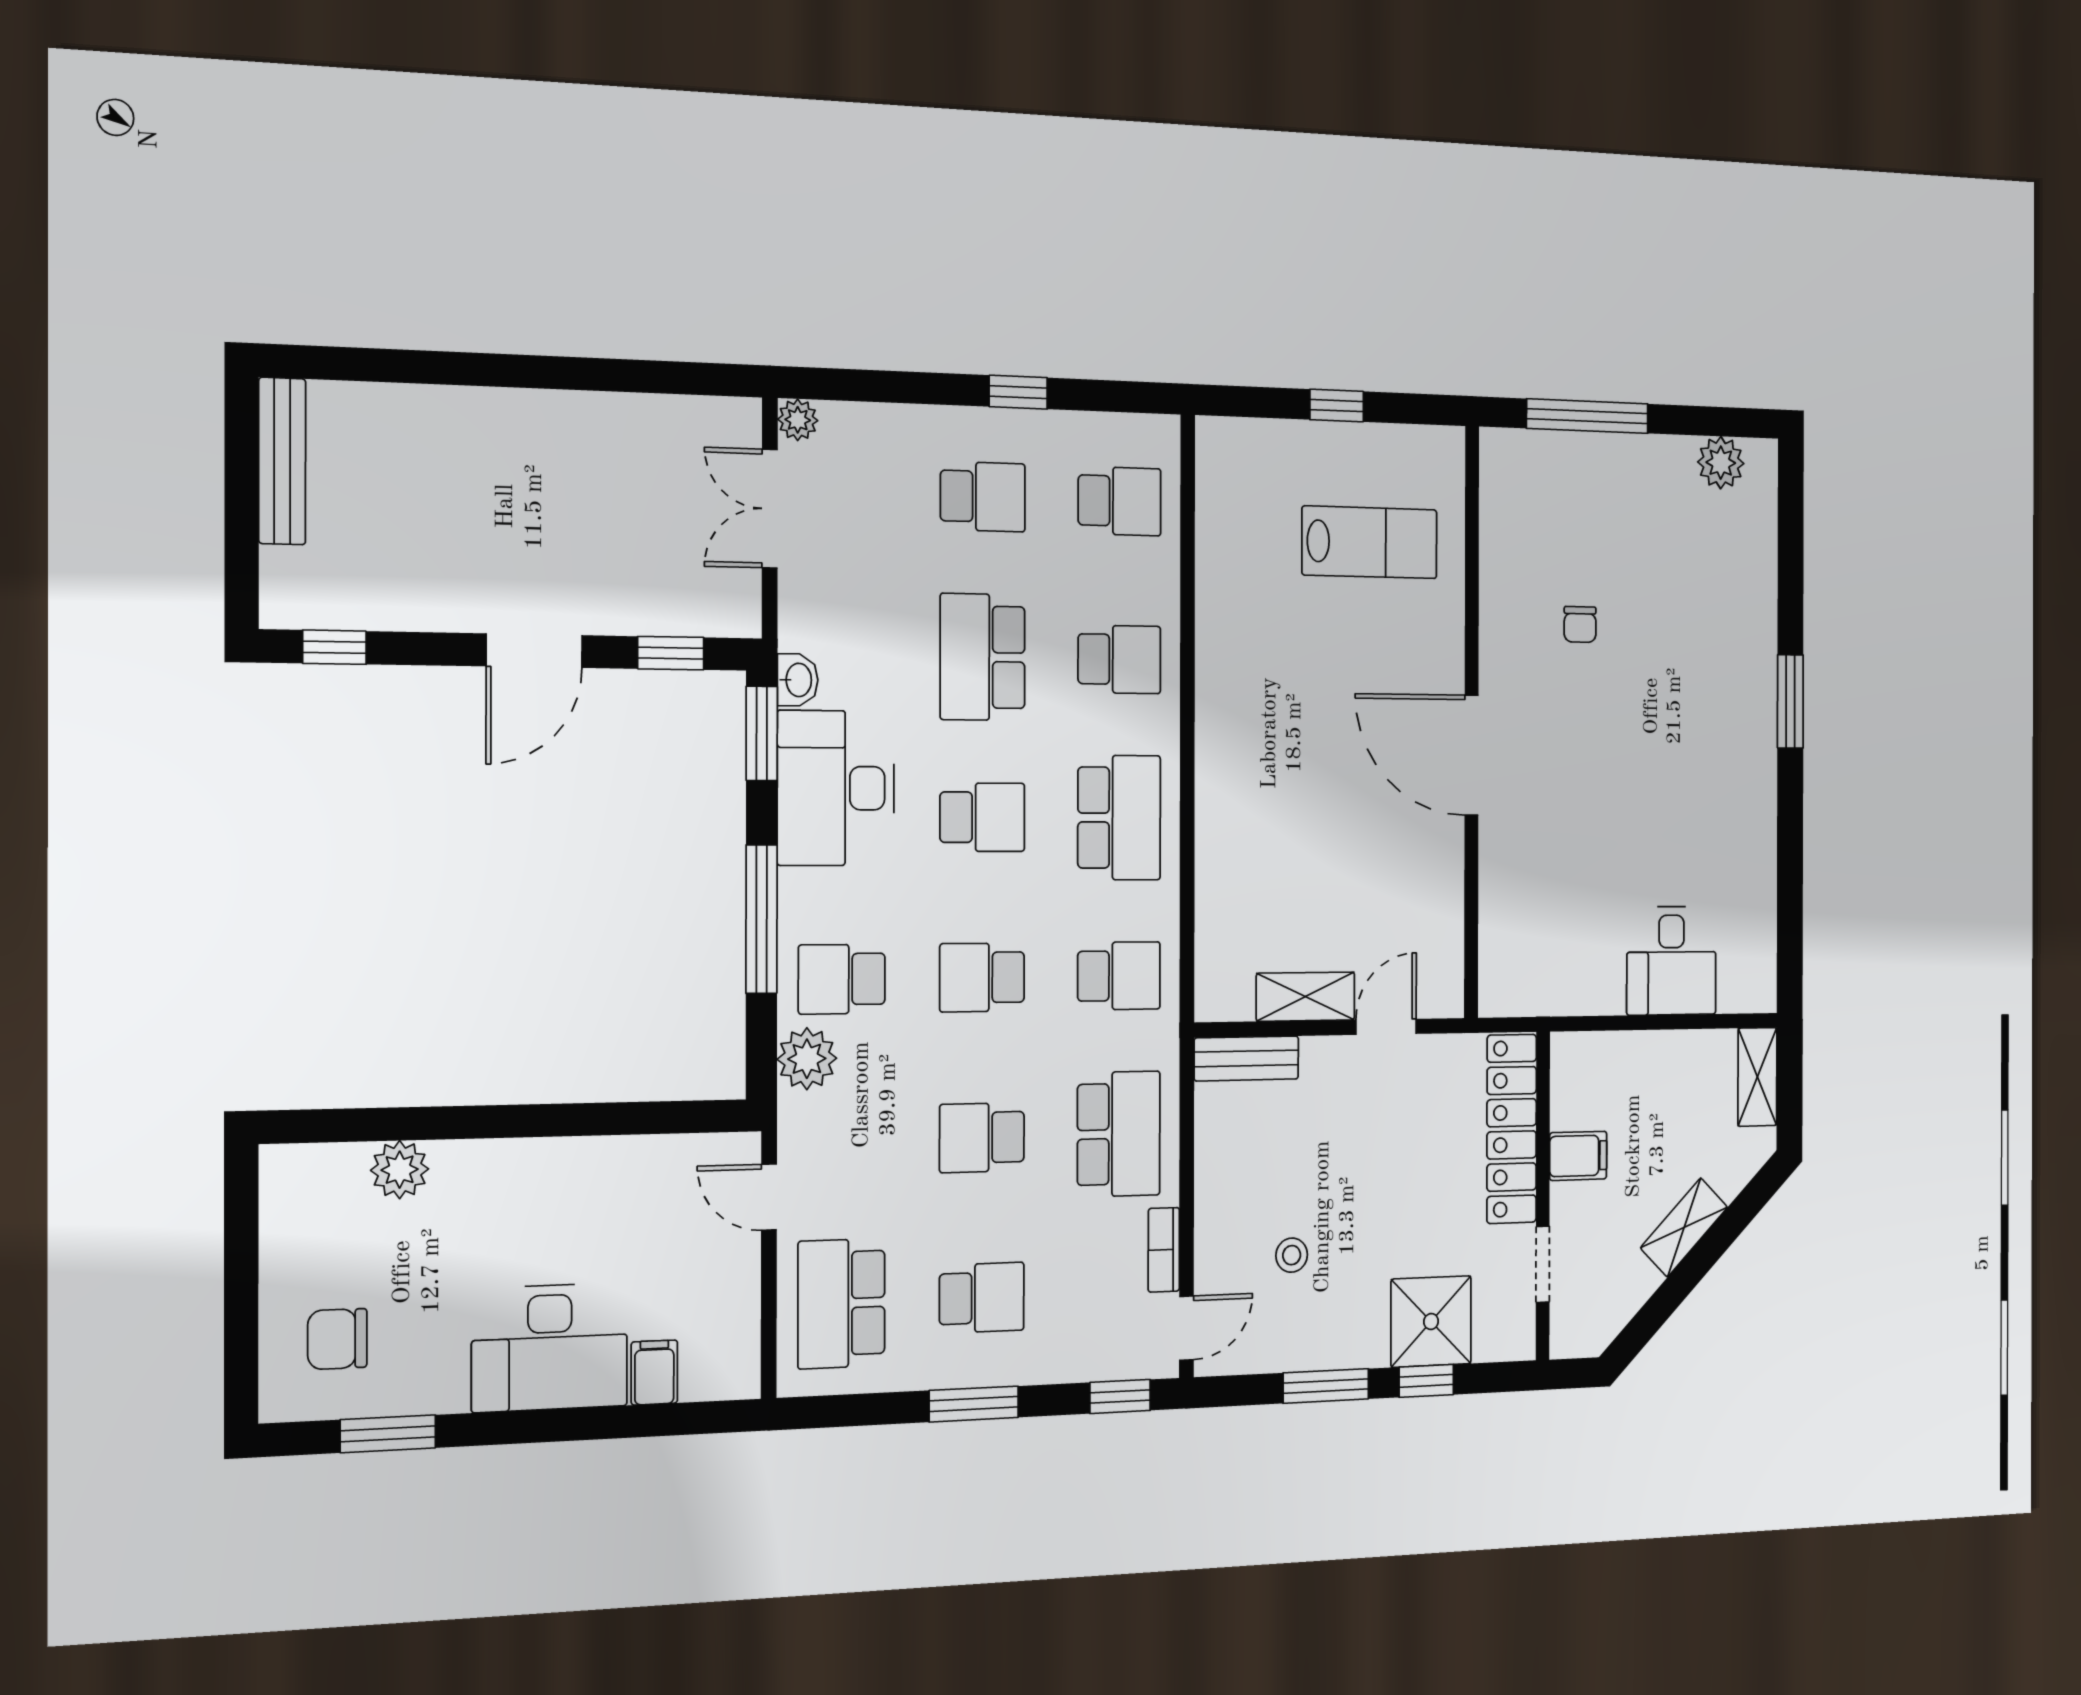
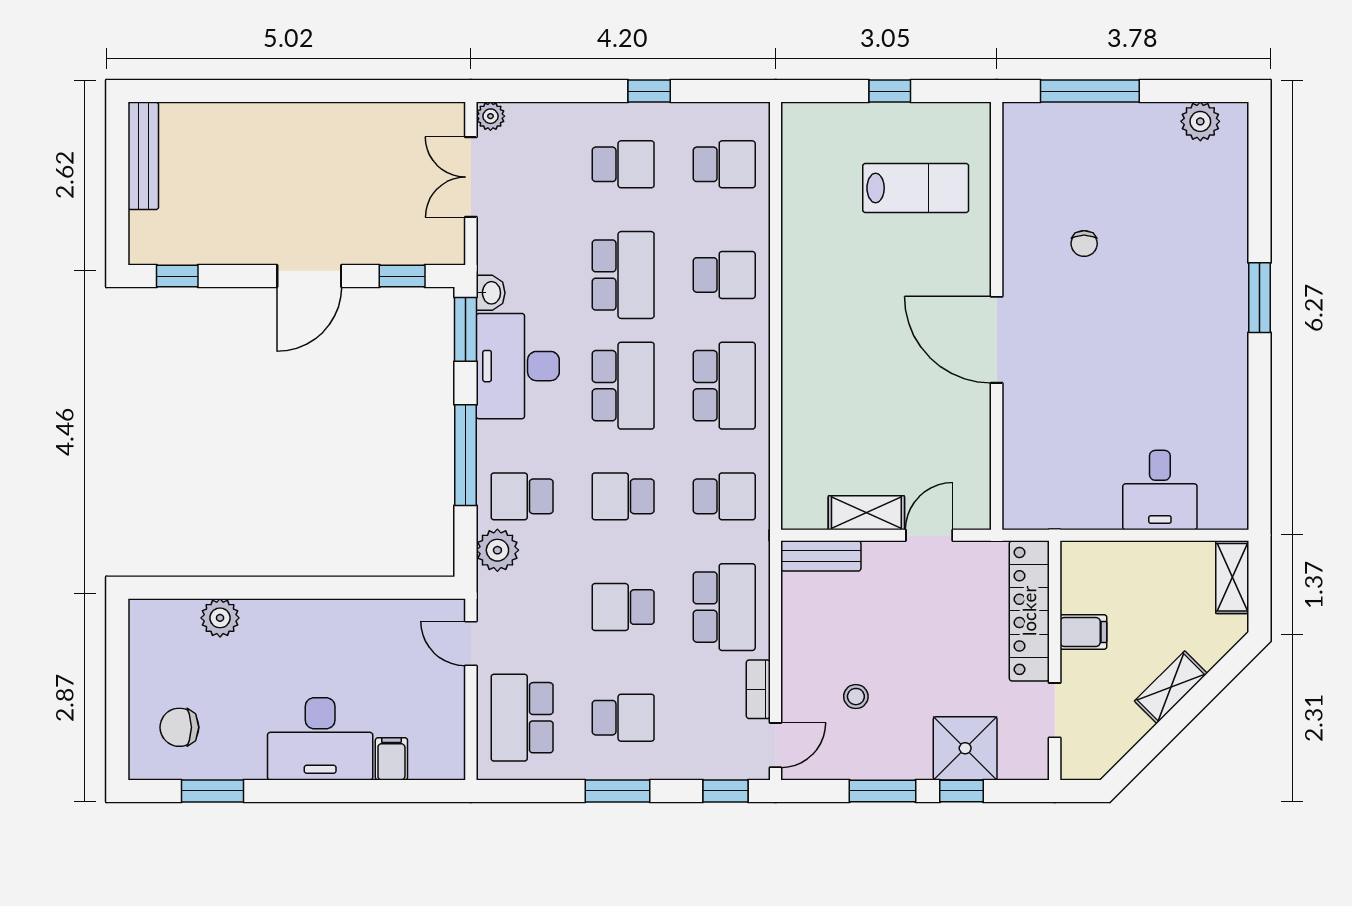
school desk: (983, 657) -> (623, 275), turned 180
school desk: (982, 817) -> (623, 386), width x1.85

